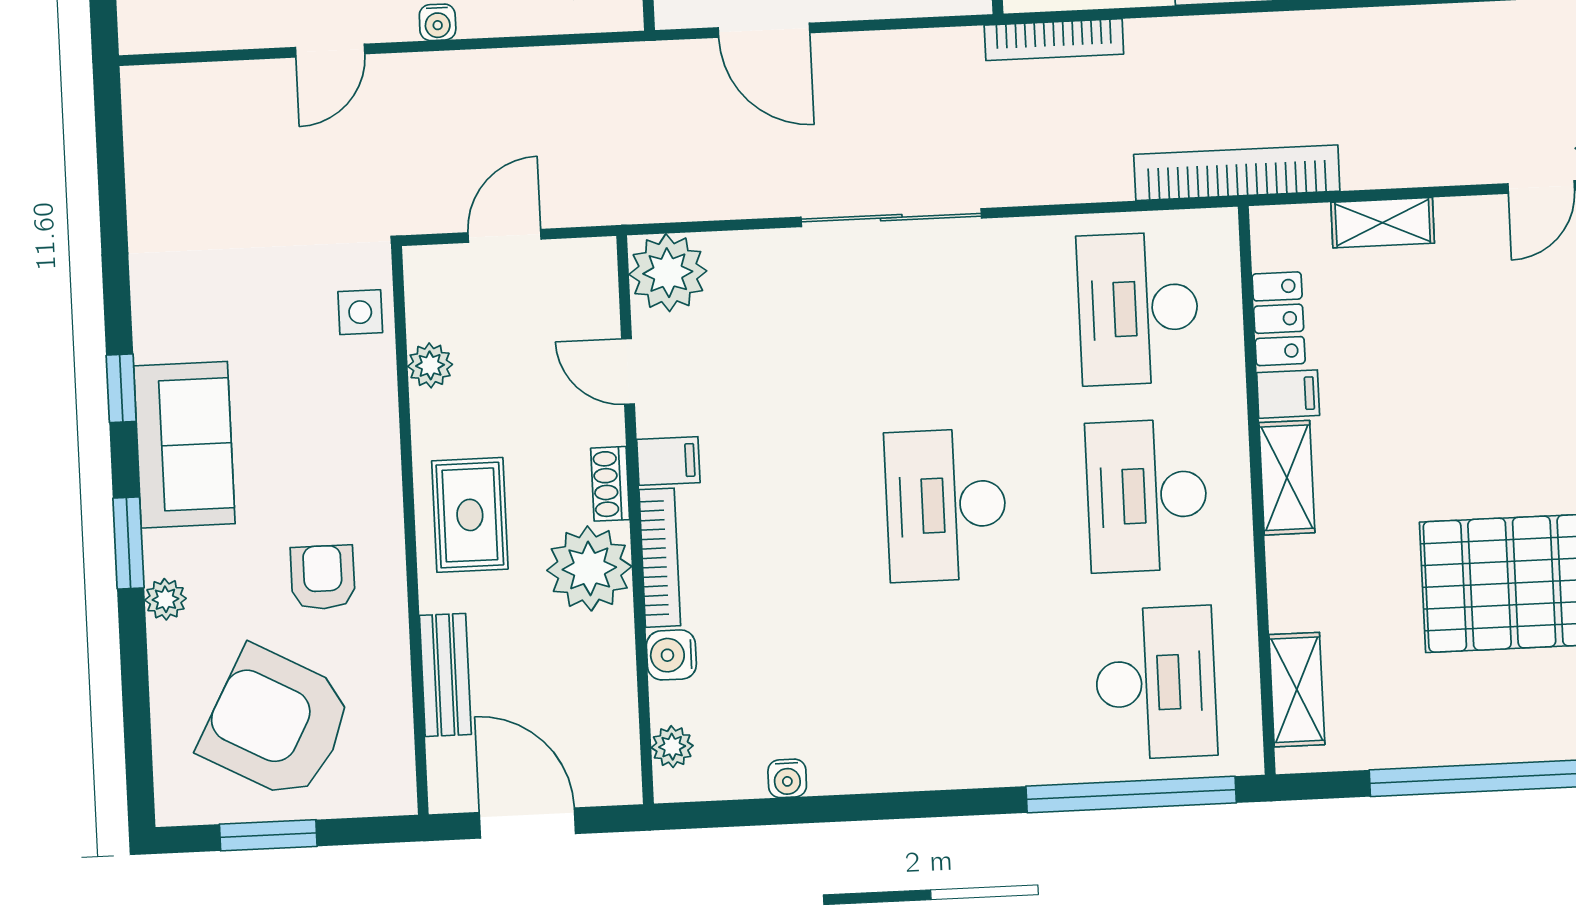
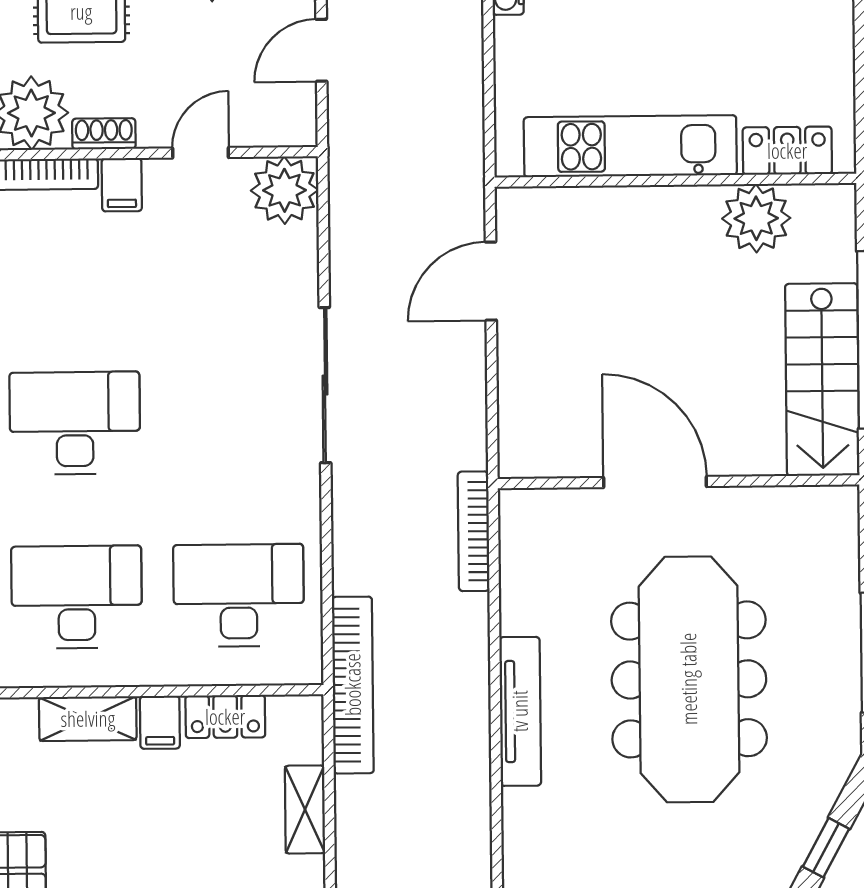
door: (504, 236) -> (321, 50), swing flipped

